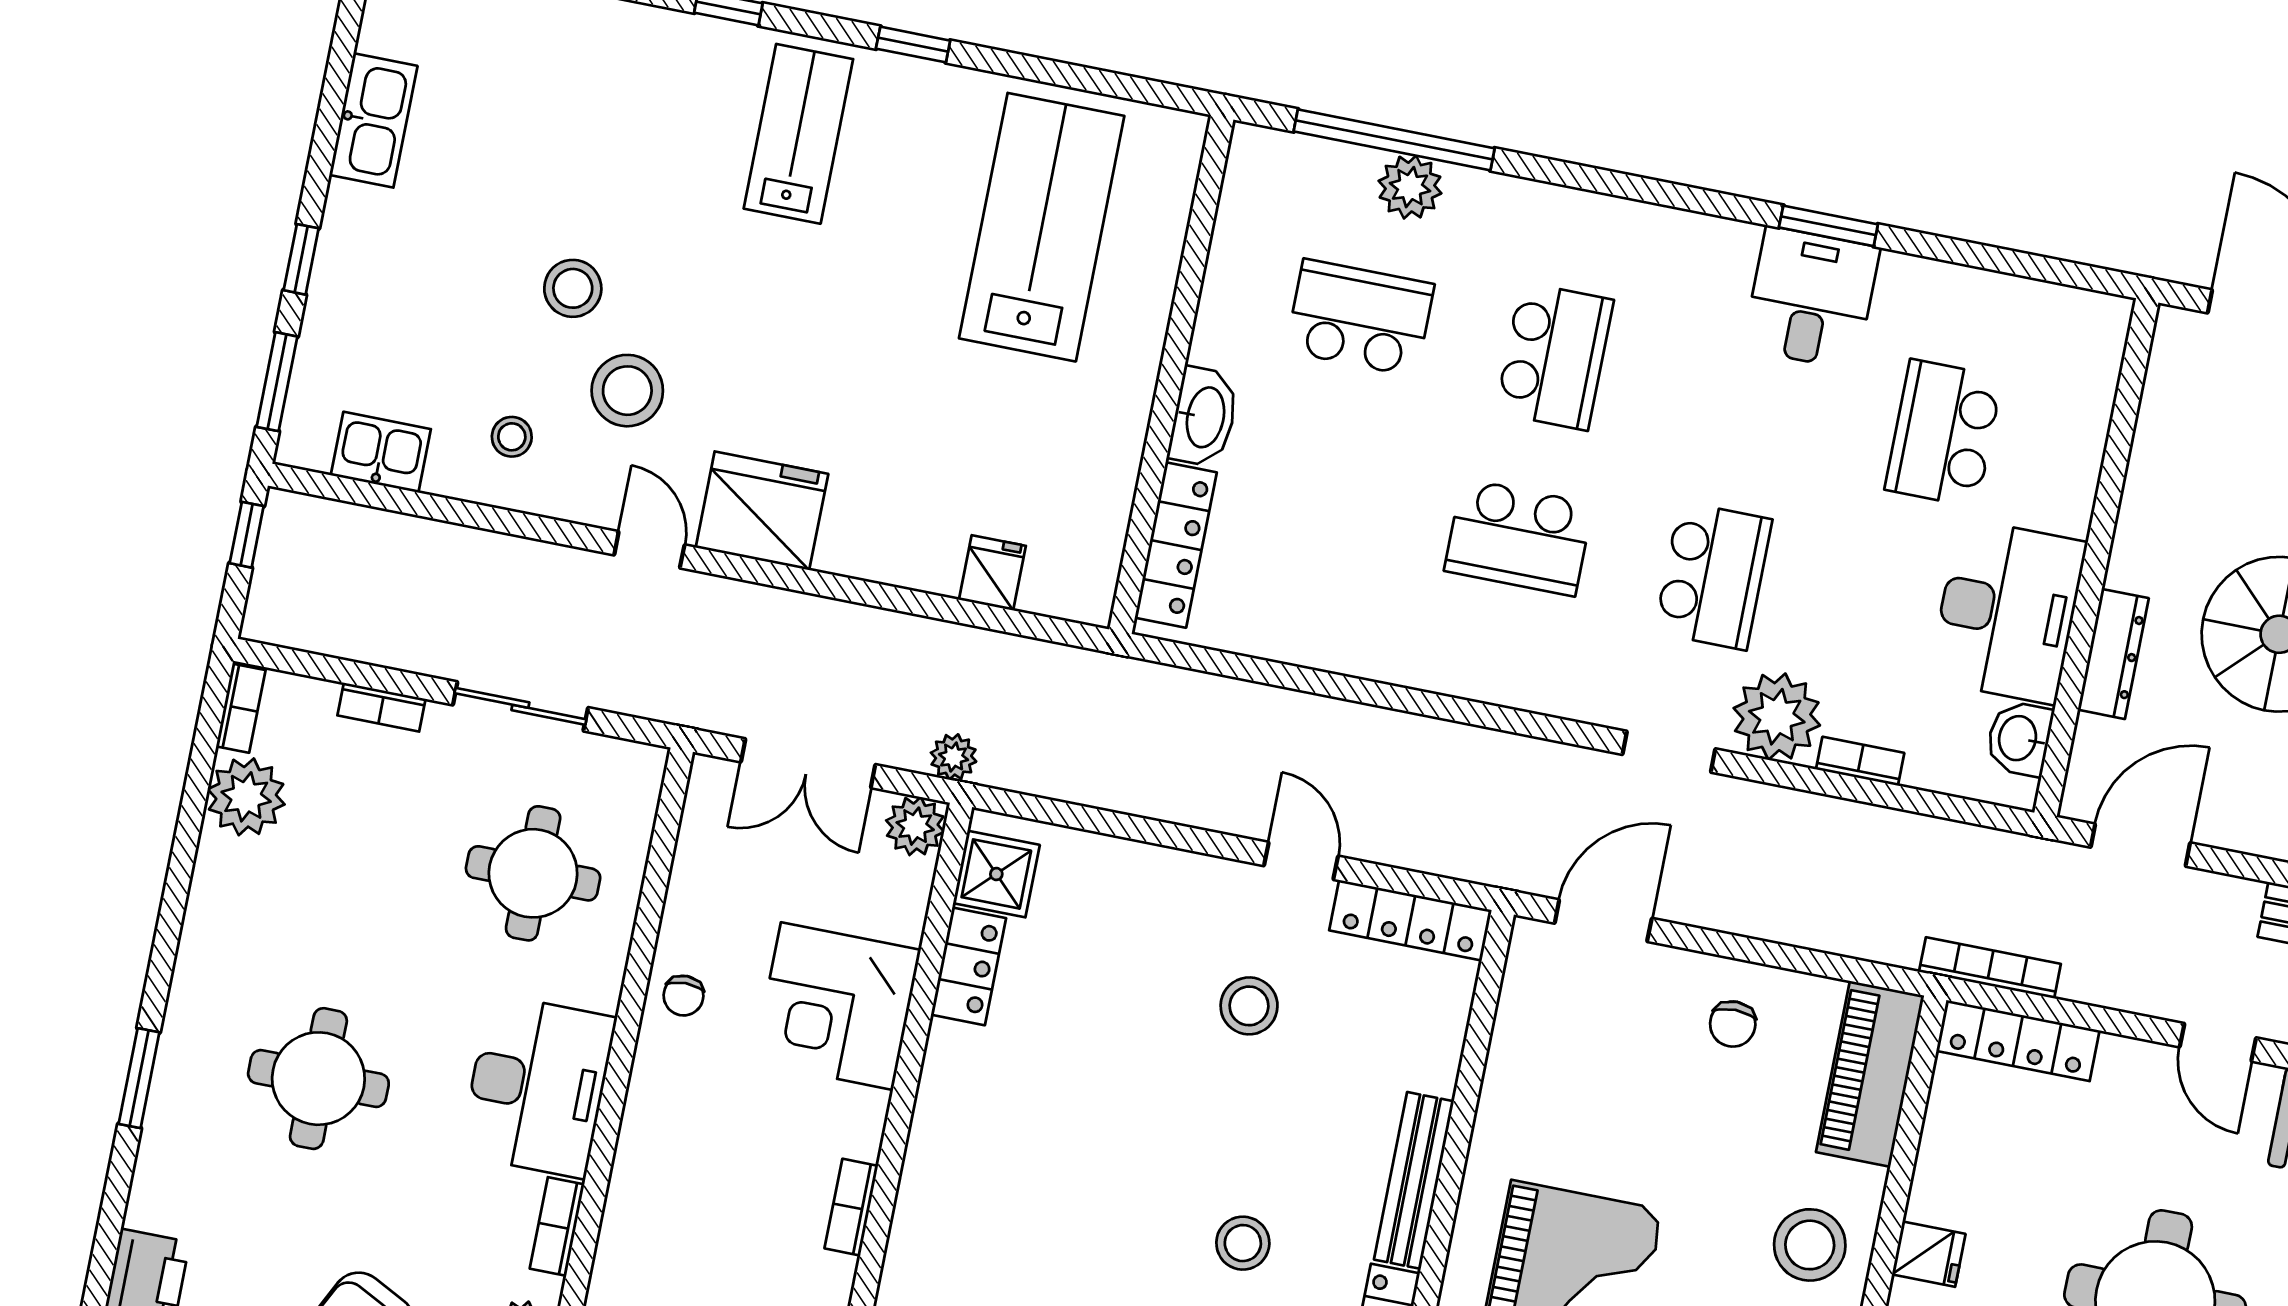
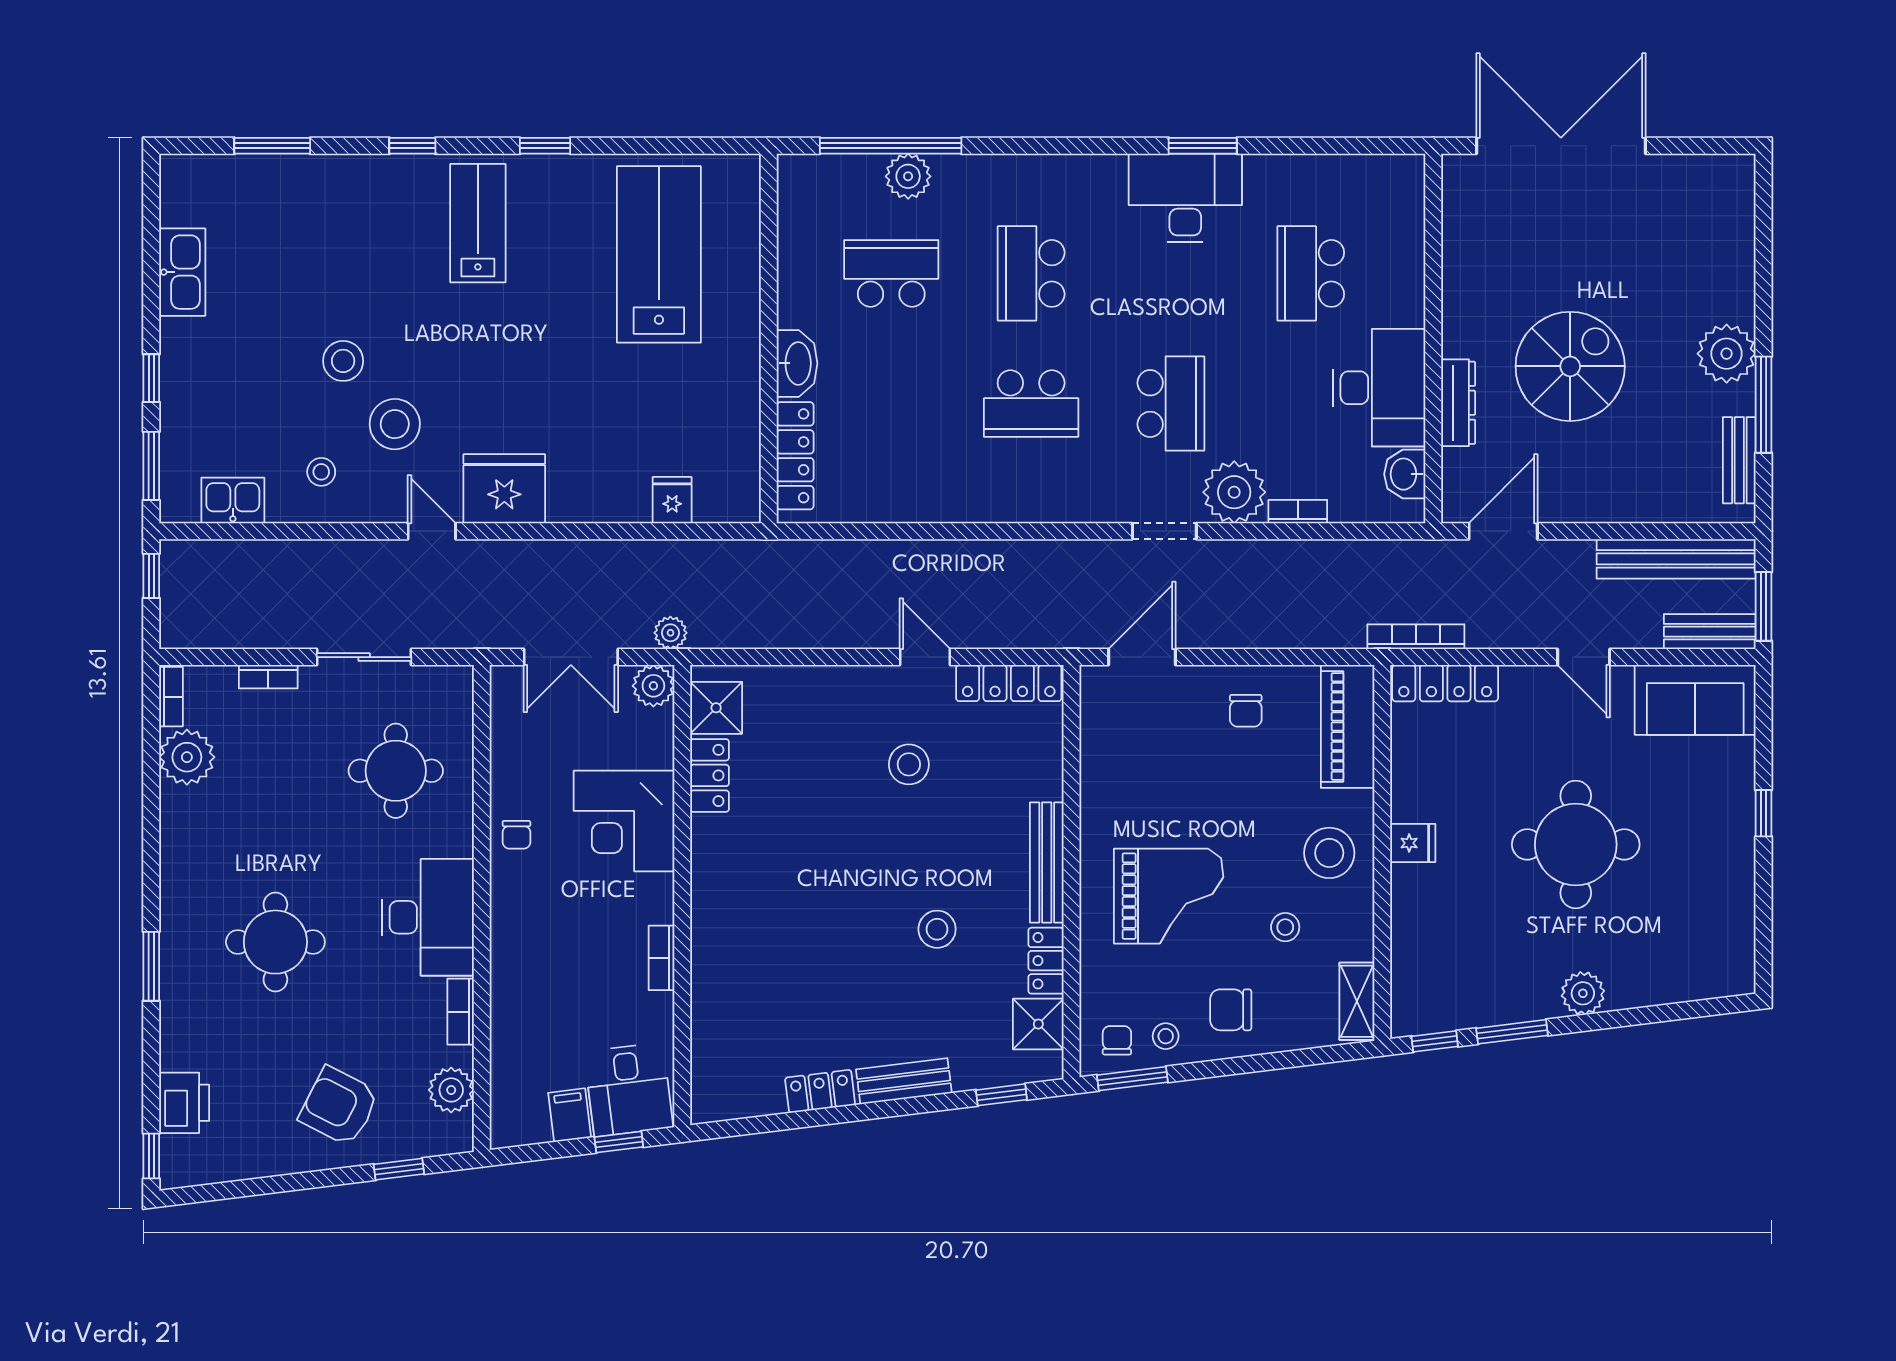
desk: (1811, 298) -> (1185, 198), width x1.37
school desk: (1554, 356) -> (1031, 273), turned 180

